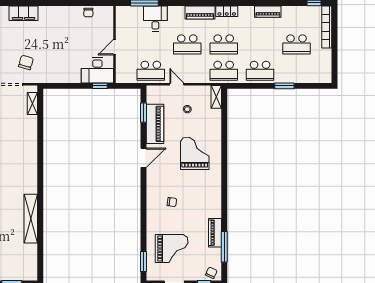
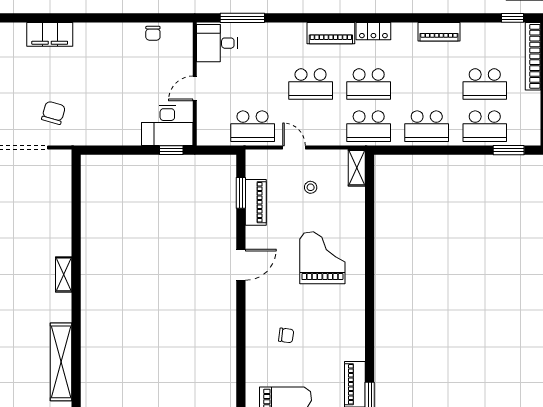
desk: (155, 18) -> (217, 43), moved, turned -90
school desk: (297, 71) -> (485, 126), added
window: (284, 86) -> (509, 150), moved
shelving: (32, 103) -> (64, 274), moved
piano: (155, 124) -> (256, 202), width x0.73, depth x0.75

